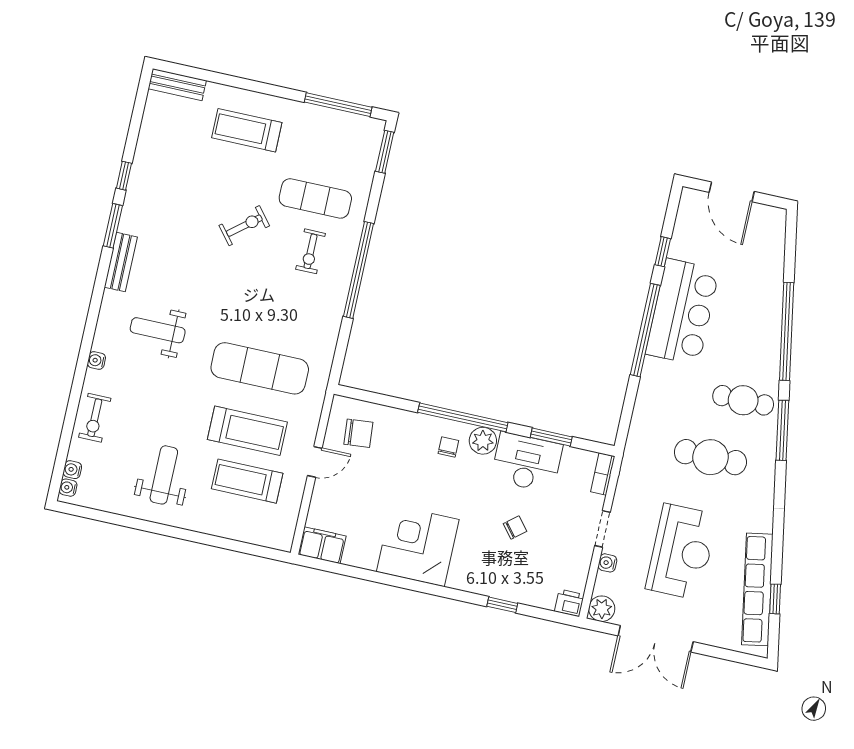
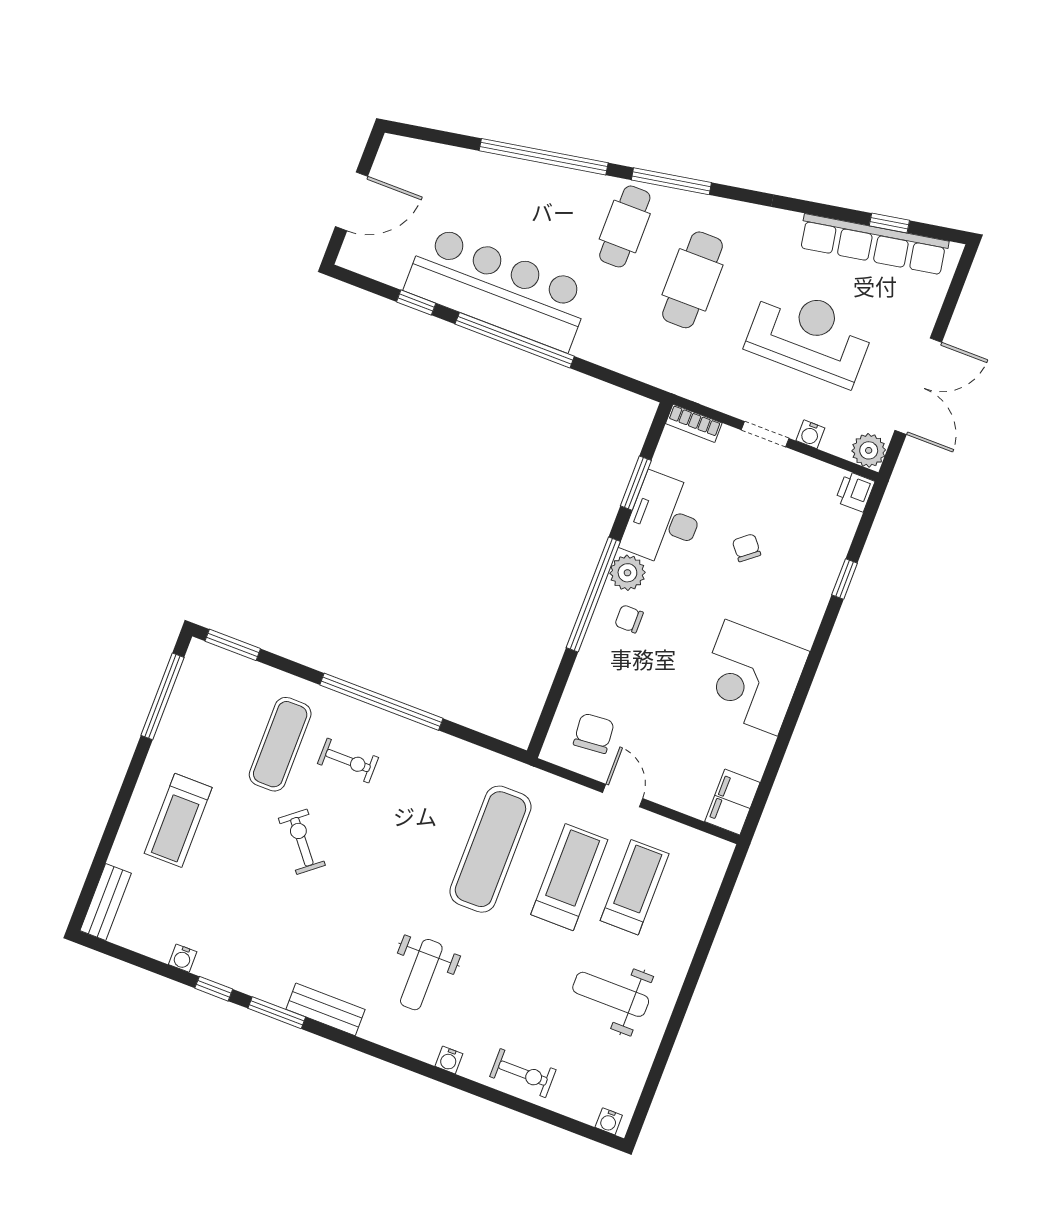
bar counter: (682, 312) -> (498, 288), width x1.36
water cooler: (72, 470) -> (183, 958), moved
treadmill: (247, 481) -> (635, 887), turned 180

